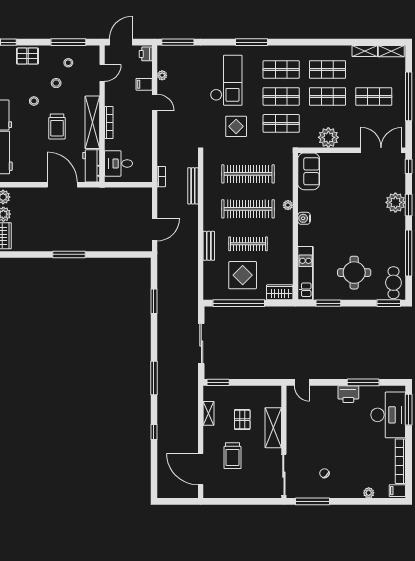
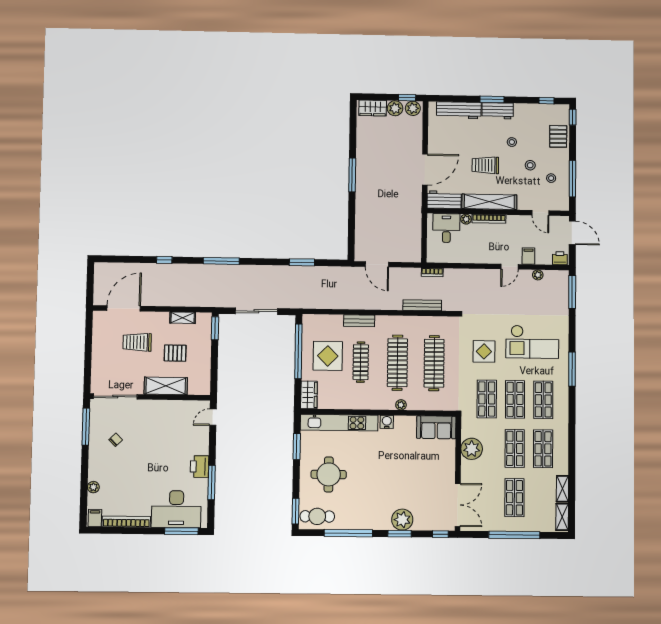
plant: (110, 145) -> (466, 219), added
kitchen unit: (305, 273) -> (339, 423), width x1.36

